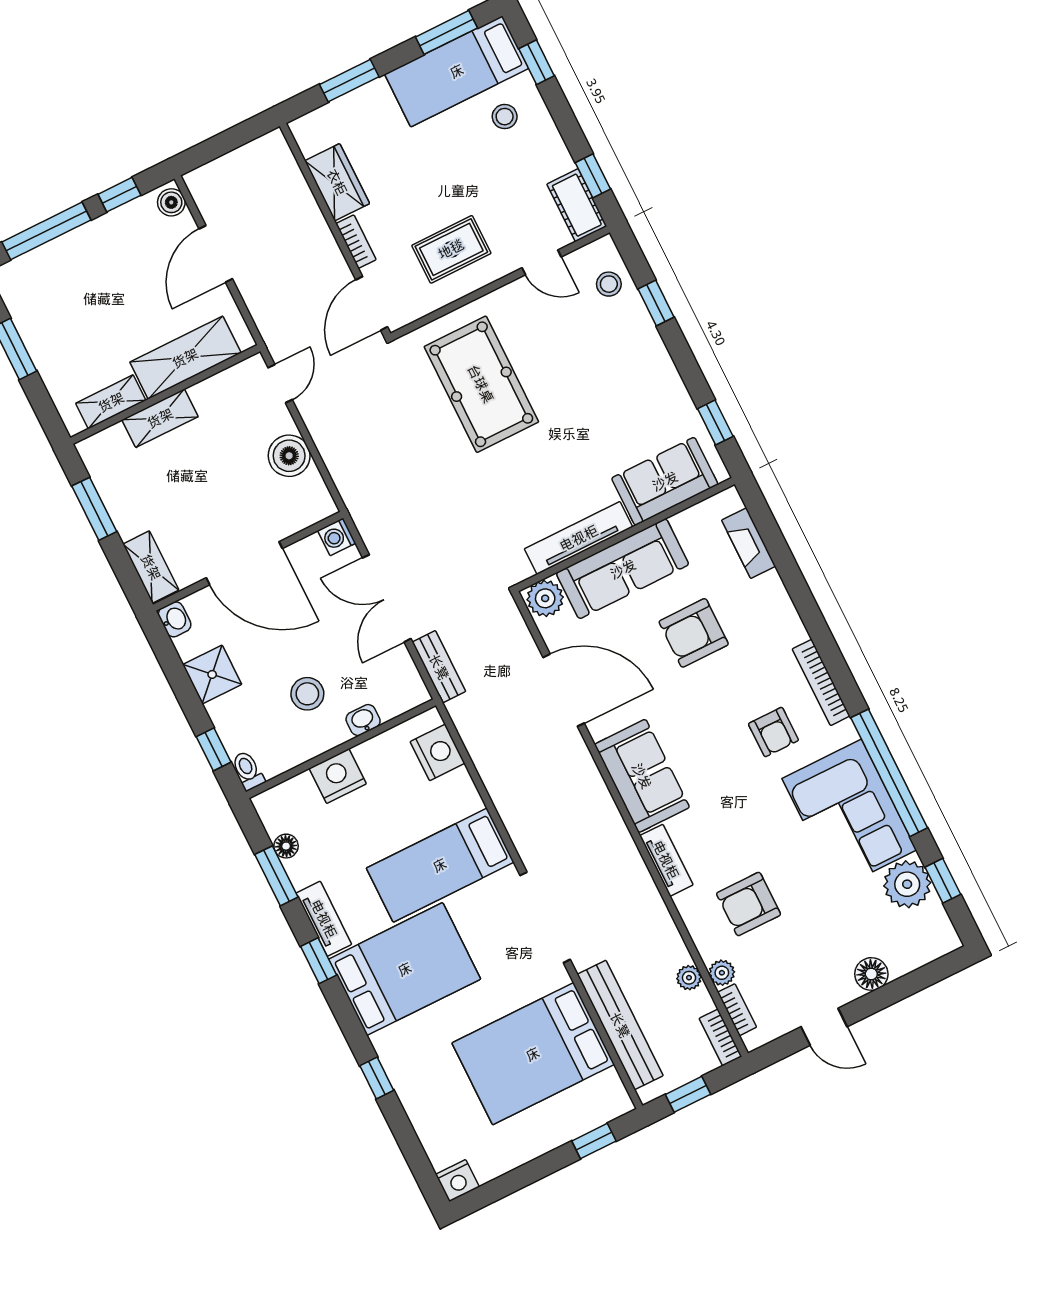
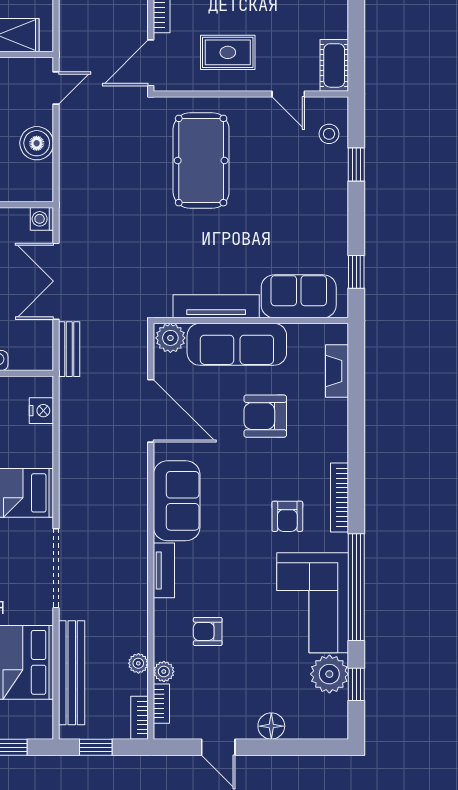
window: (593, 176) -> (356, 50), removed
nightstand: (438, 752) -> (41, 411), width x0.74, depth x0.75
armchair: (749, 904) -> (208, 631), width x0.72, depth x0.72

